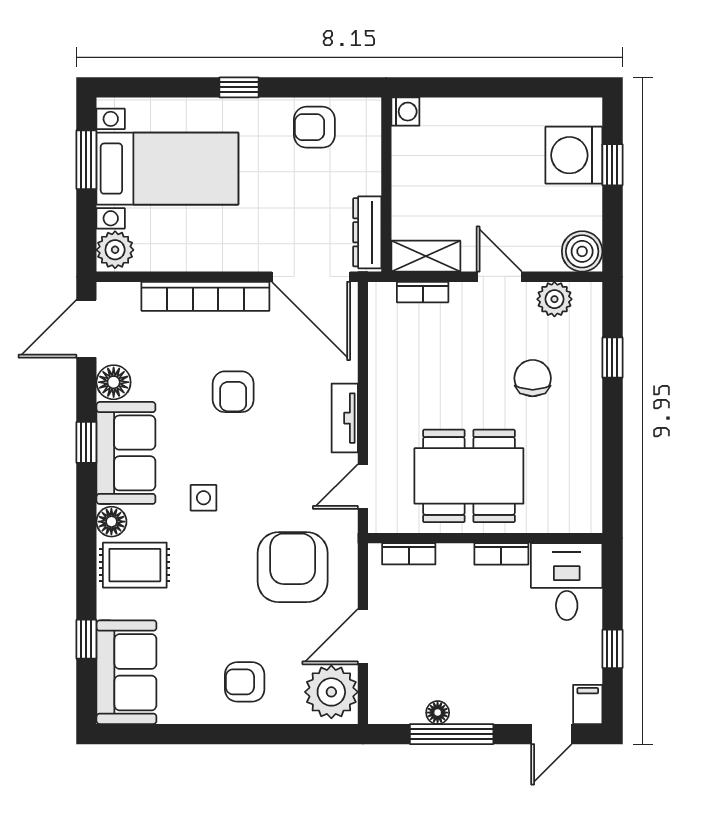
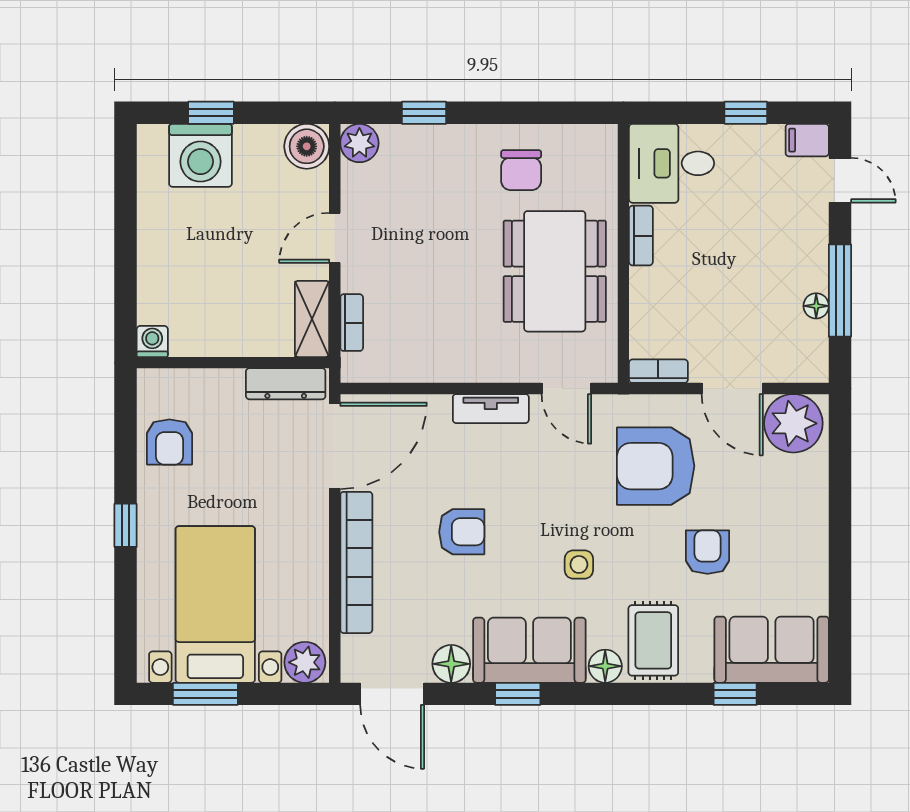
plant: (554, 299) -> (359, 143), moved
chair: (533, 378) -> (521, 170), moved, turned -90
bookcase: (409, 554) -> (658, 371), moved, turned -90
armchair: (245, 682) -> (708, 552), moved, turned 180

